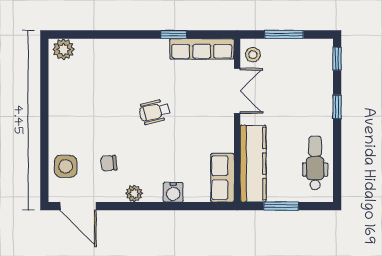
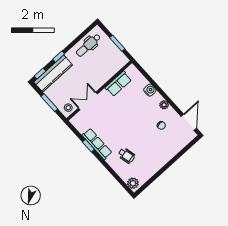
row of seats: (202, 49) -> (97, 144), moved
wheelchair: (155, 112) -> (126, 155), moved
kitchen counter: (253, 164) -> (53, 74), moved, turned 180
side table: (66, 166) -> (178, 141), removed
row of seats: (222, 178) -> (118, 84), moved

